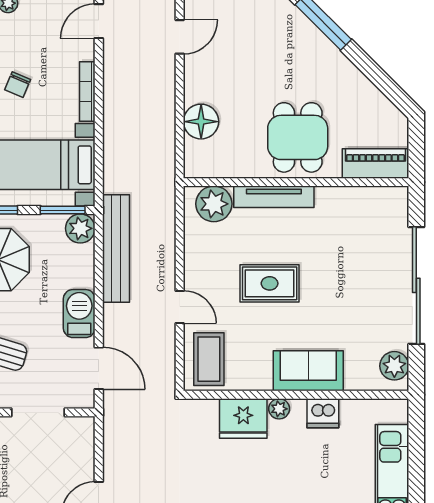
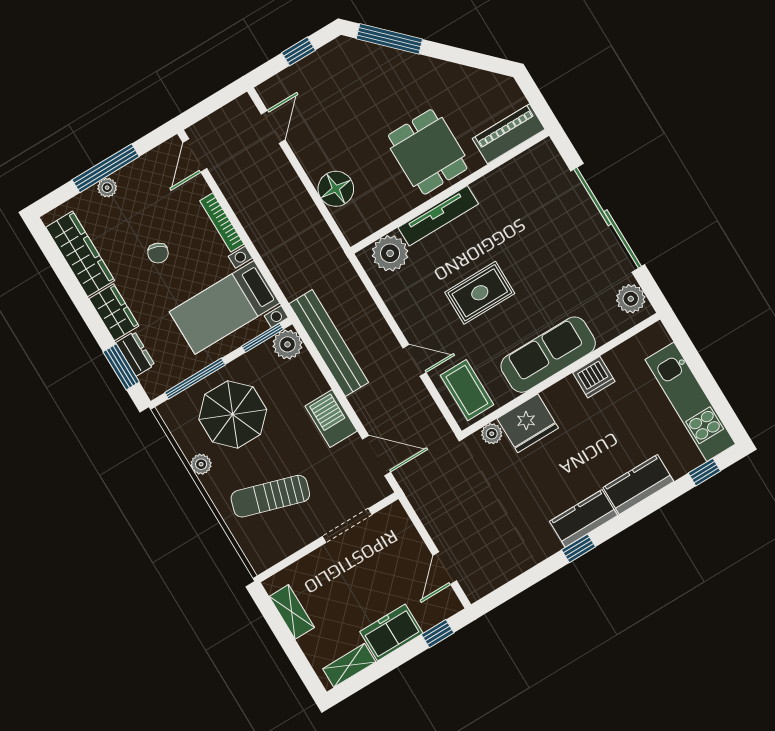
sofa: (308, 371) -> (548, 355), width x1.36
plant: (279, 409) -> (492, 434), moved

